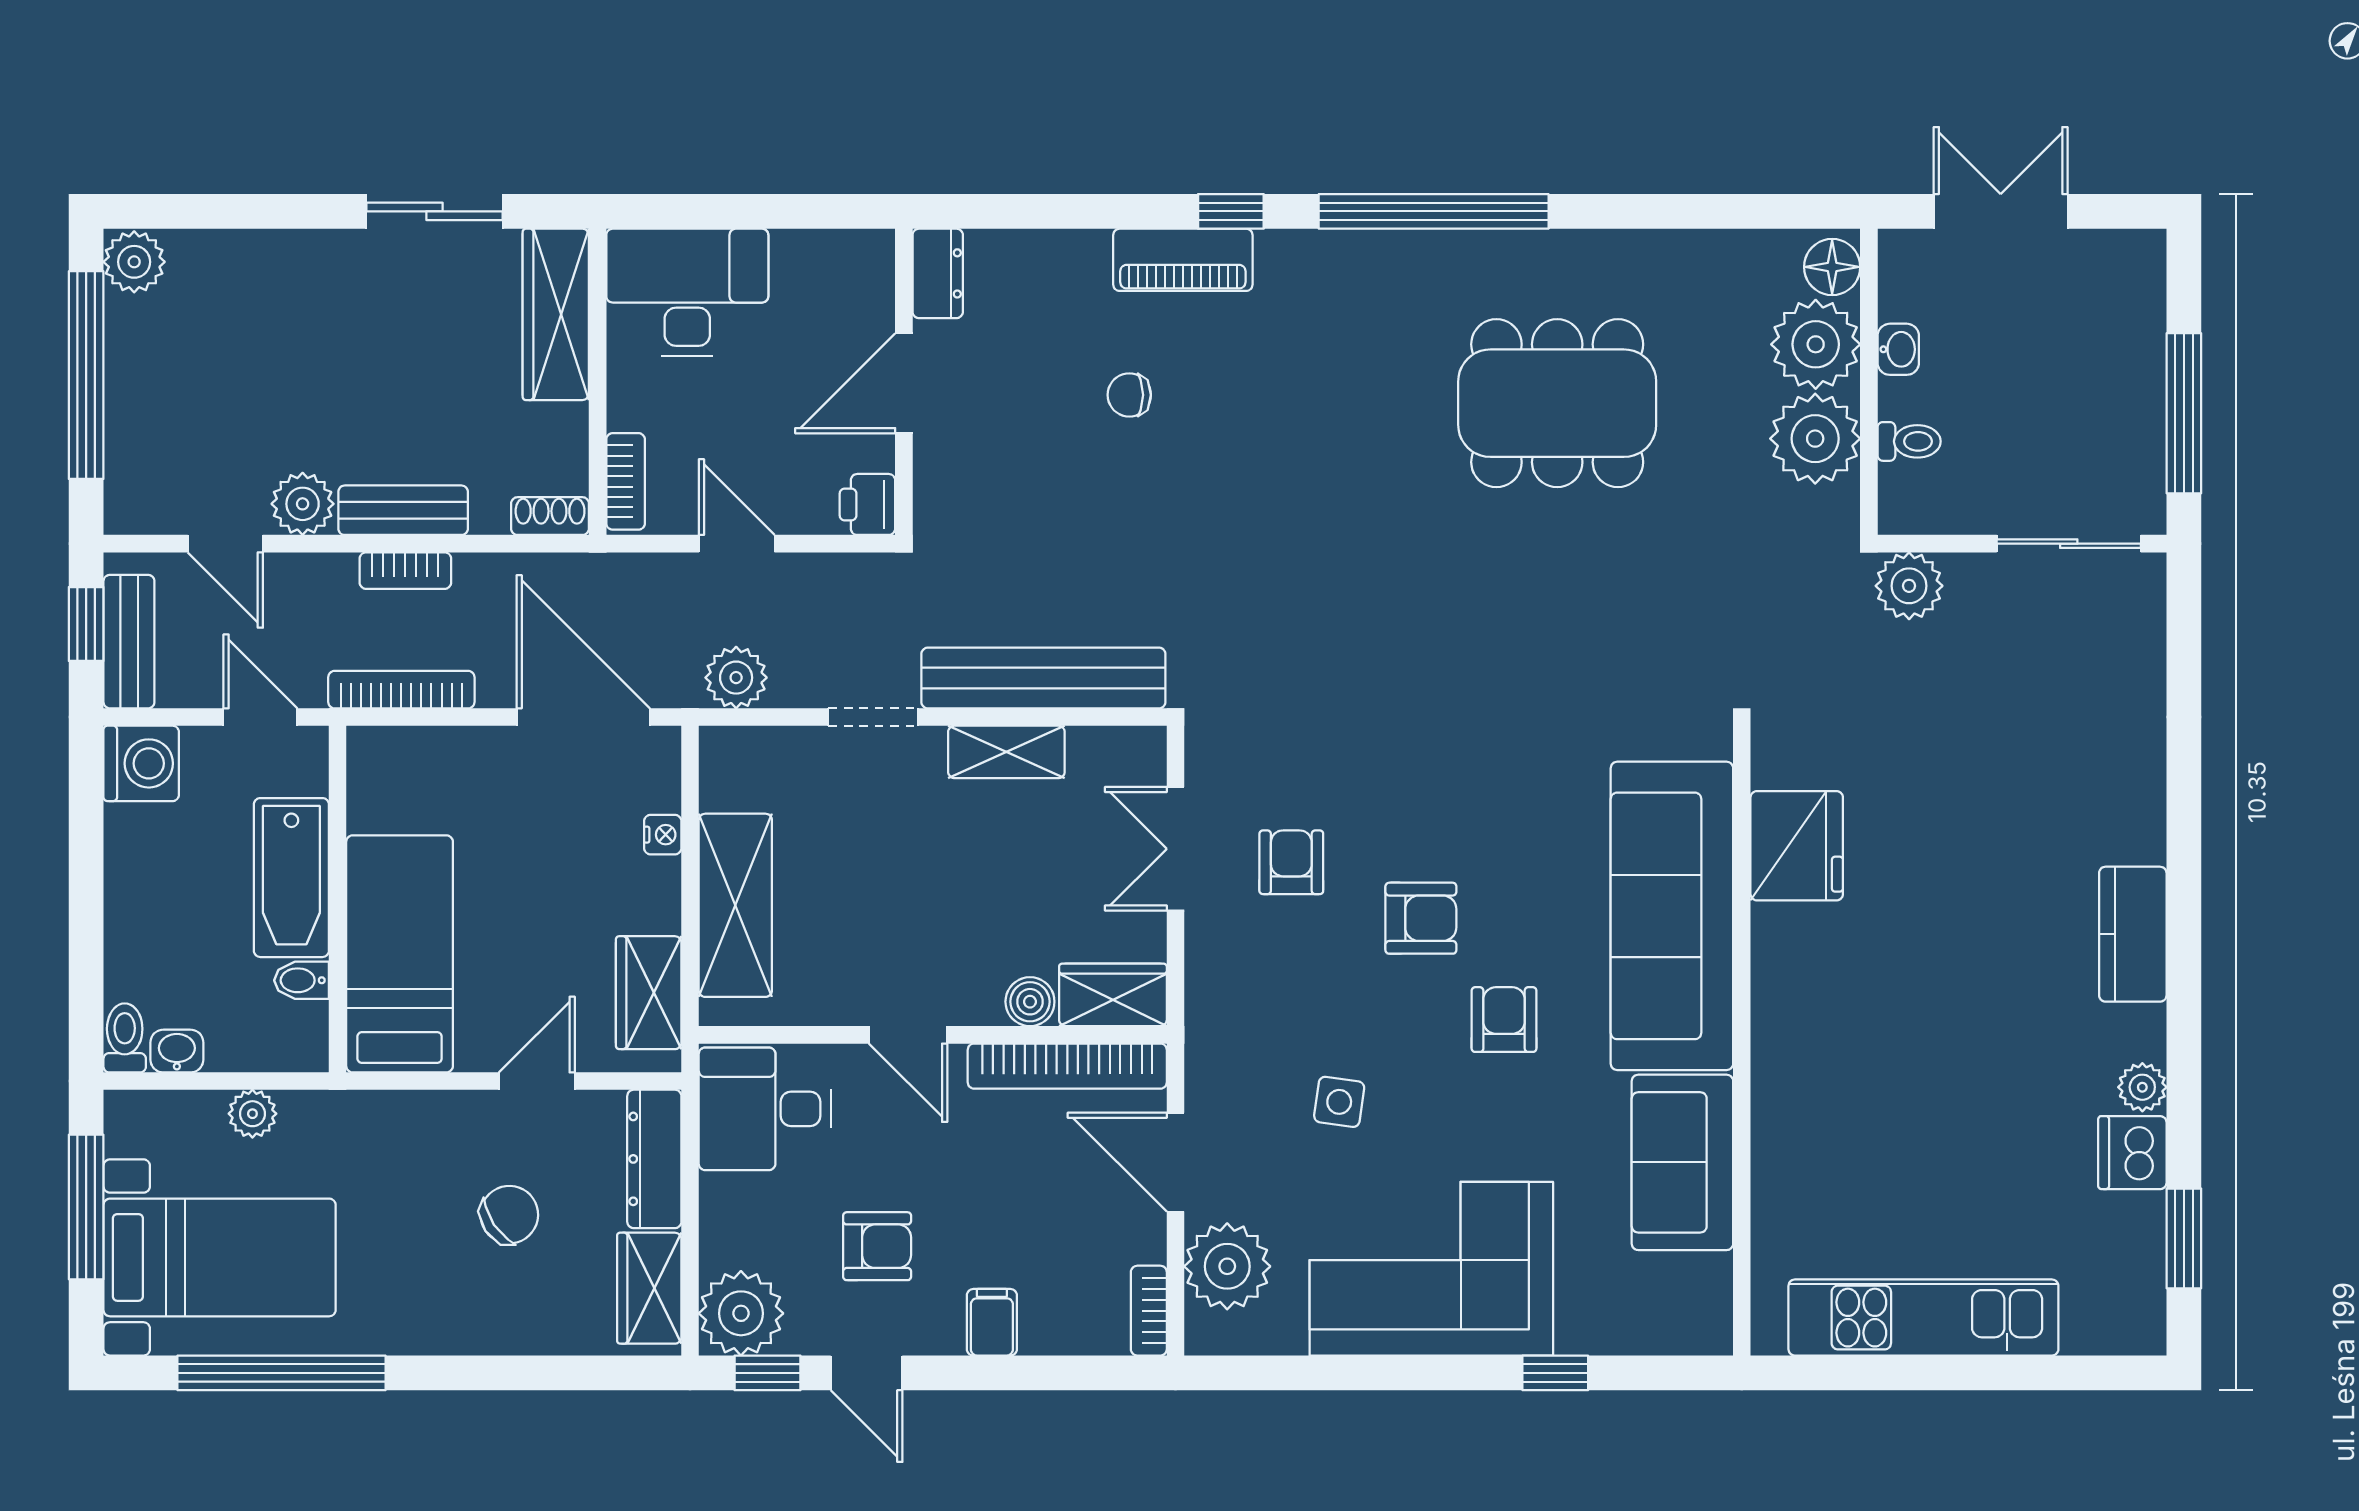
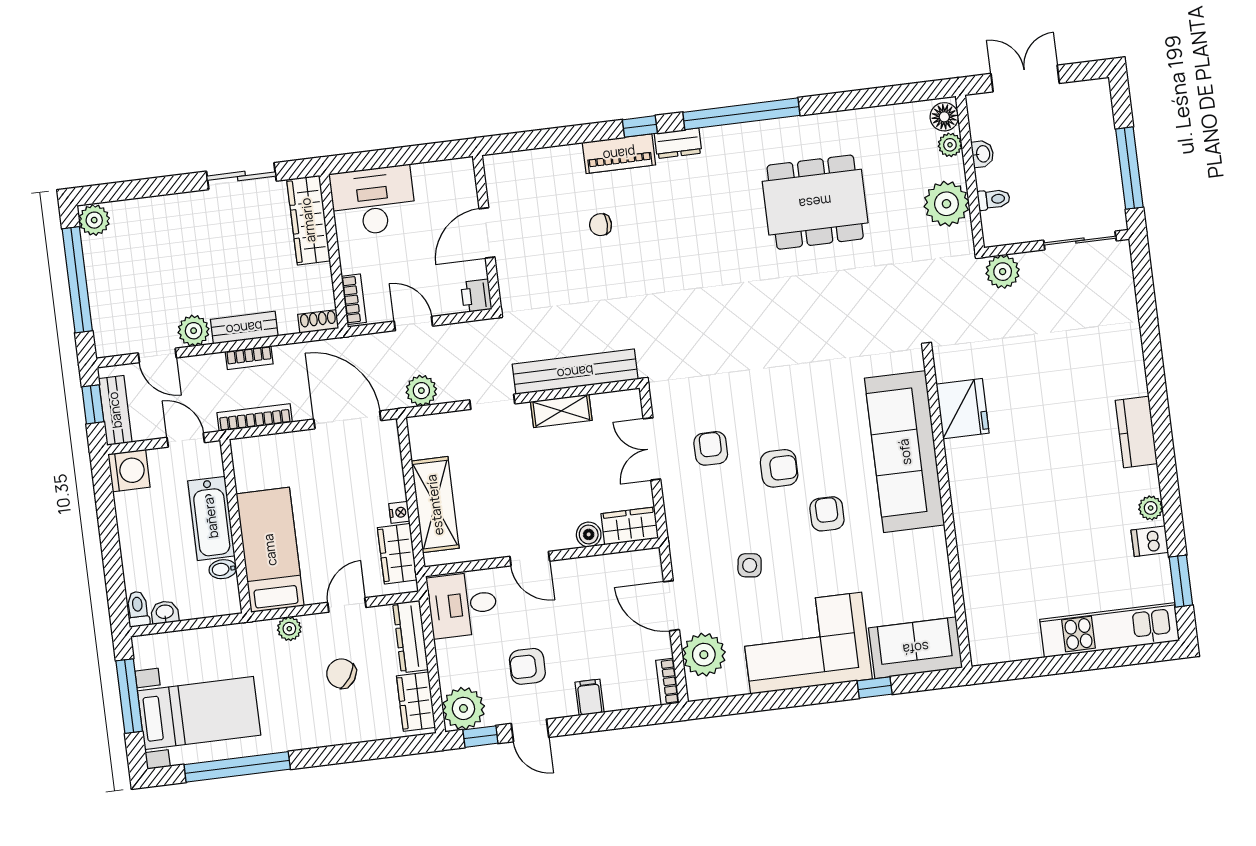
dresser: (938, 273) -> (678, 143), moved, turned 90
plant: (1816, 344) -> (950, 145), width x0.53, depth x0.53
nightstand: (663, 835) -> (399, 512), moved
bookcase: (1067, 1066) -> (611, 564), removed
plant: (252, 1114) -> (289, 629), moved
dishwasher: (2132, 1153) -> (1150, 541), width x0.73
sofa: (1682, 1162) -> (916, 648), moved, turned 90
chair: (509, 1215) -> (341, 674), turned -112
armchair: (877, 1246) -> (527, 666), turned 180
kitchen unit: (1923, 1318) -> (1110, 630), moved

